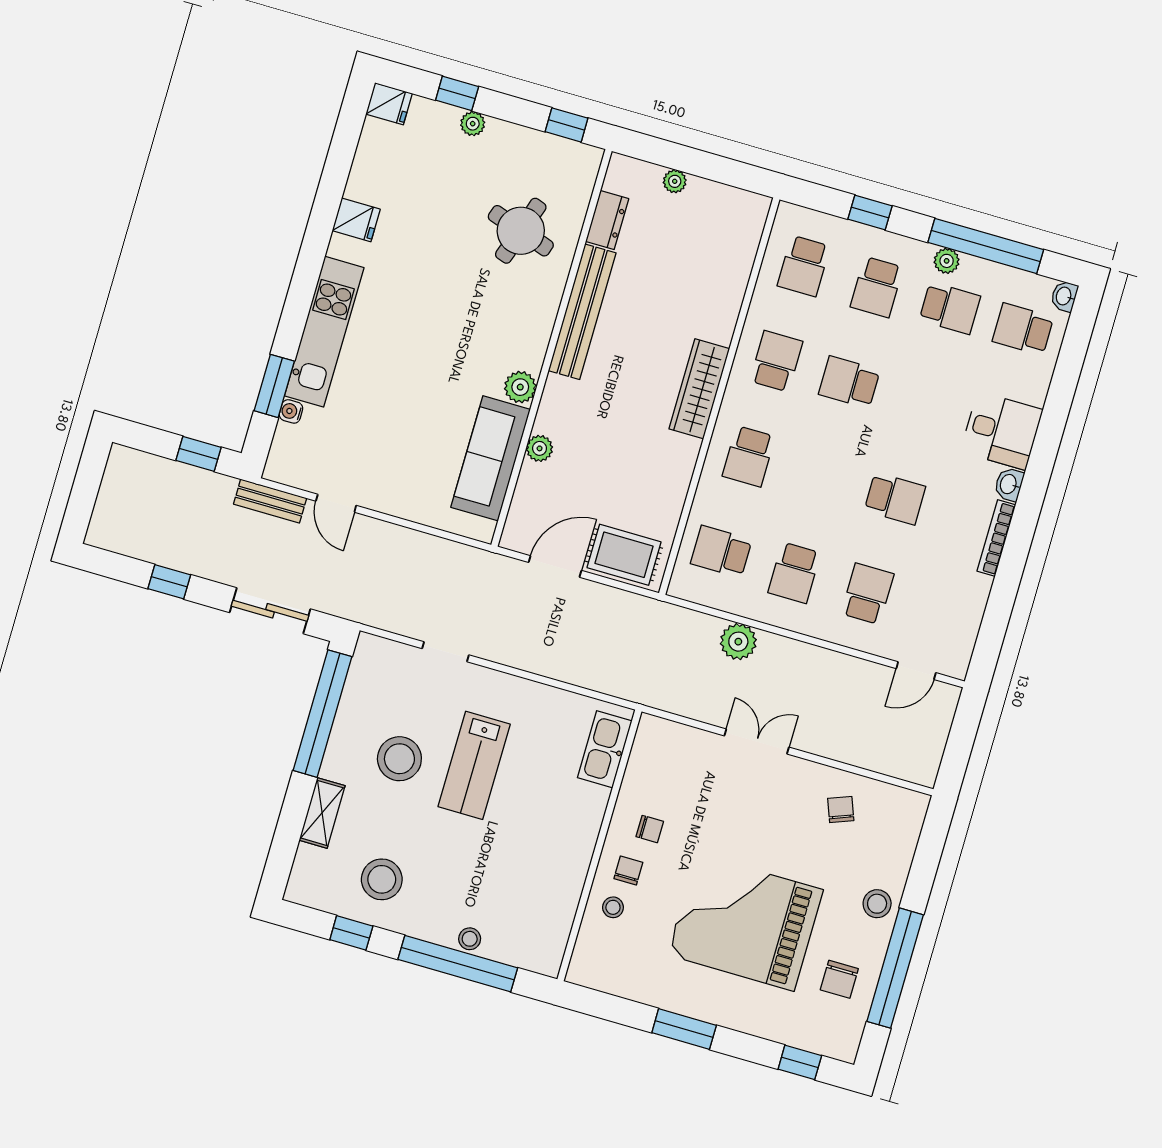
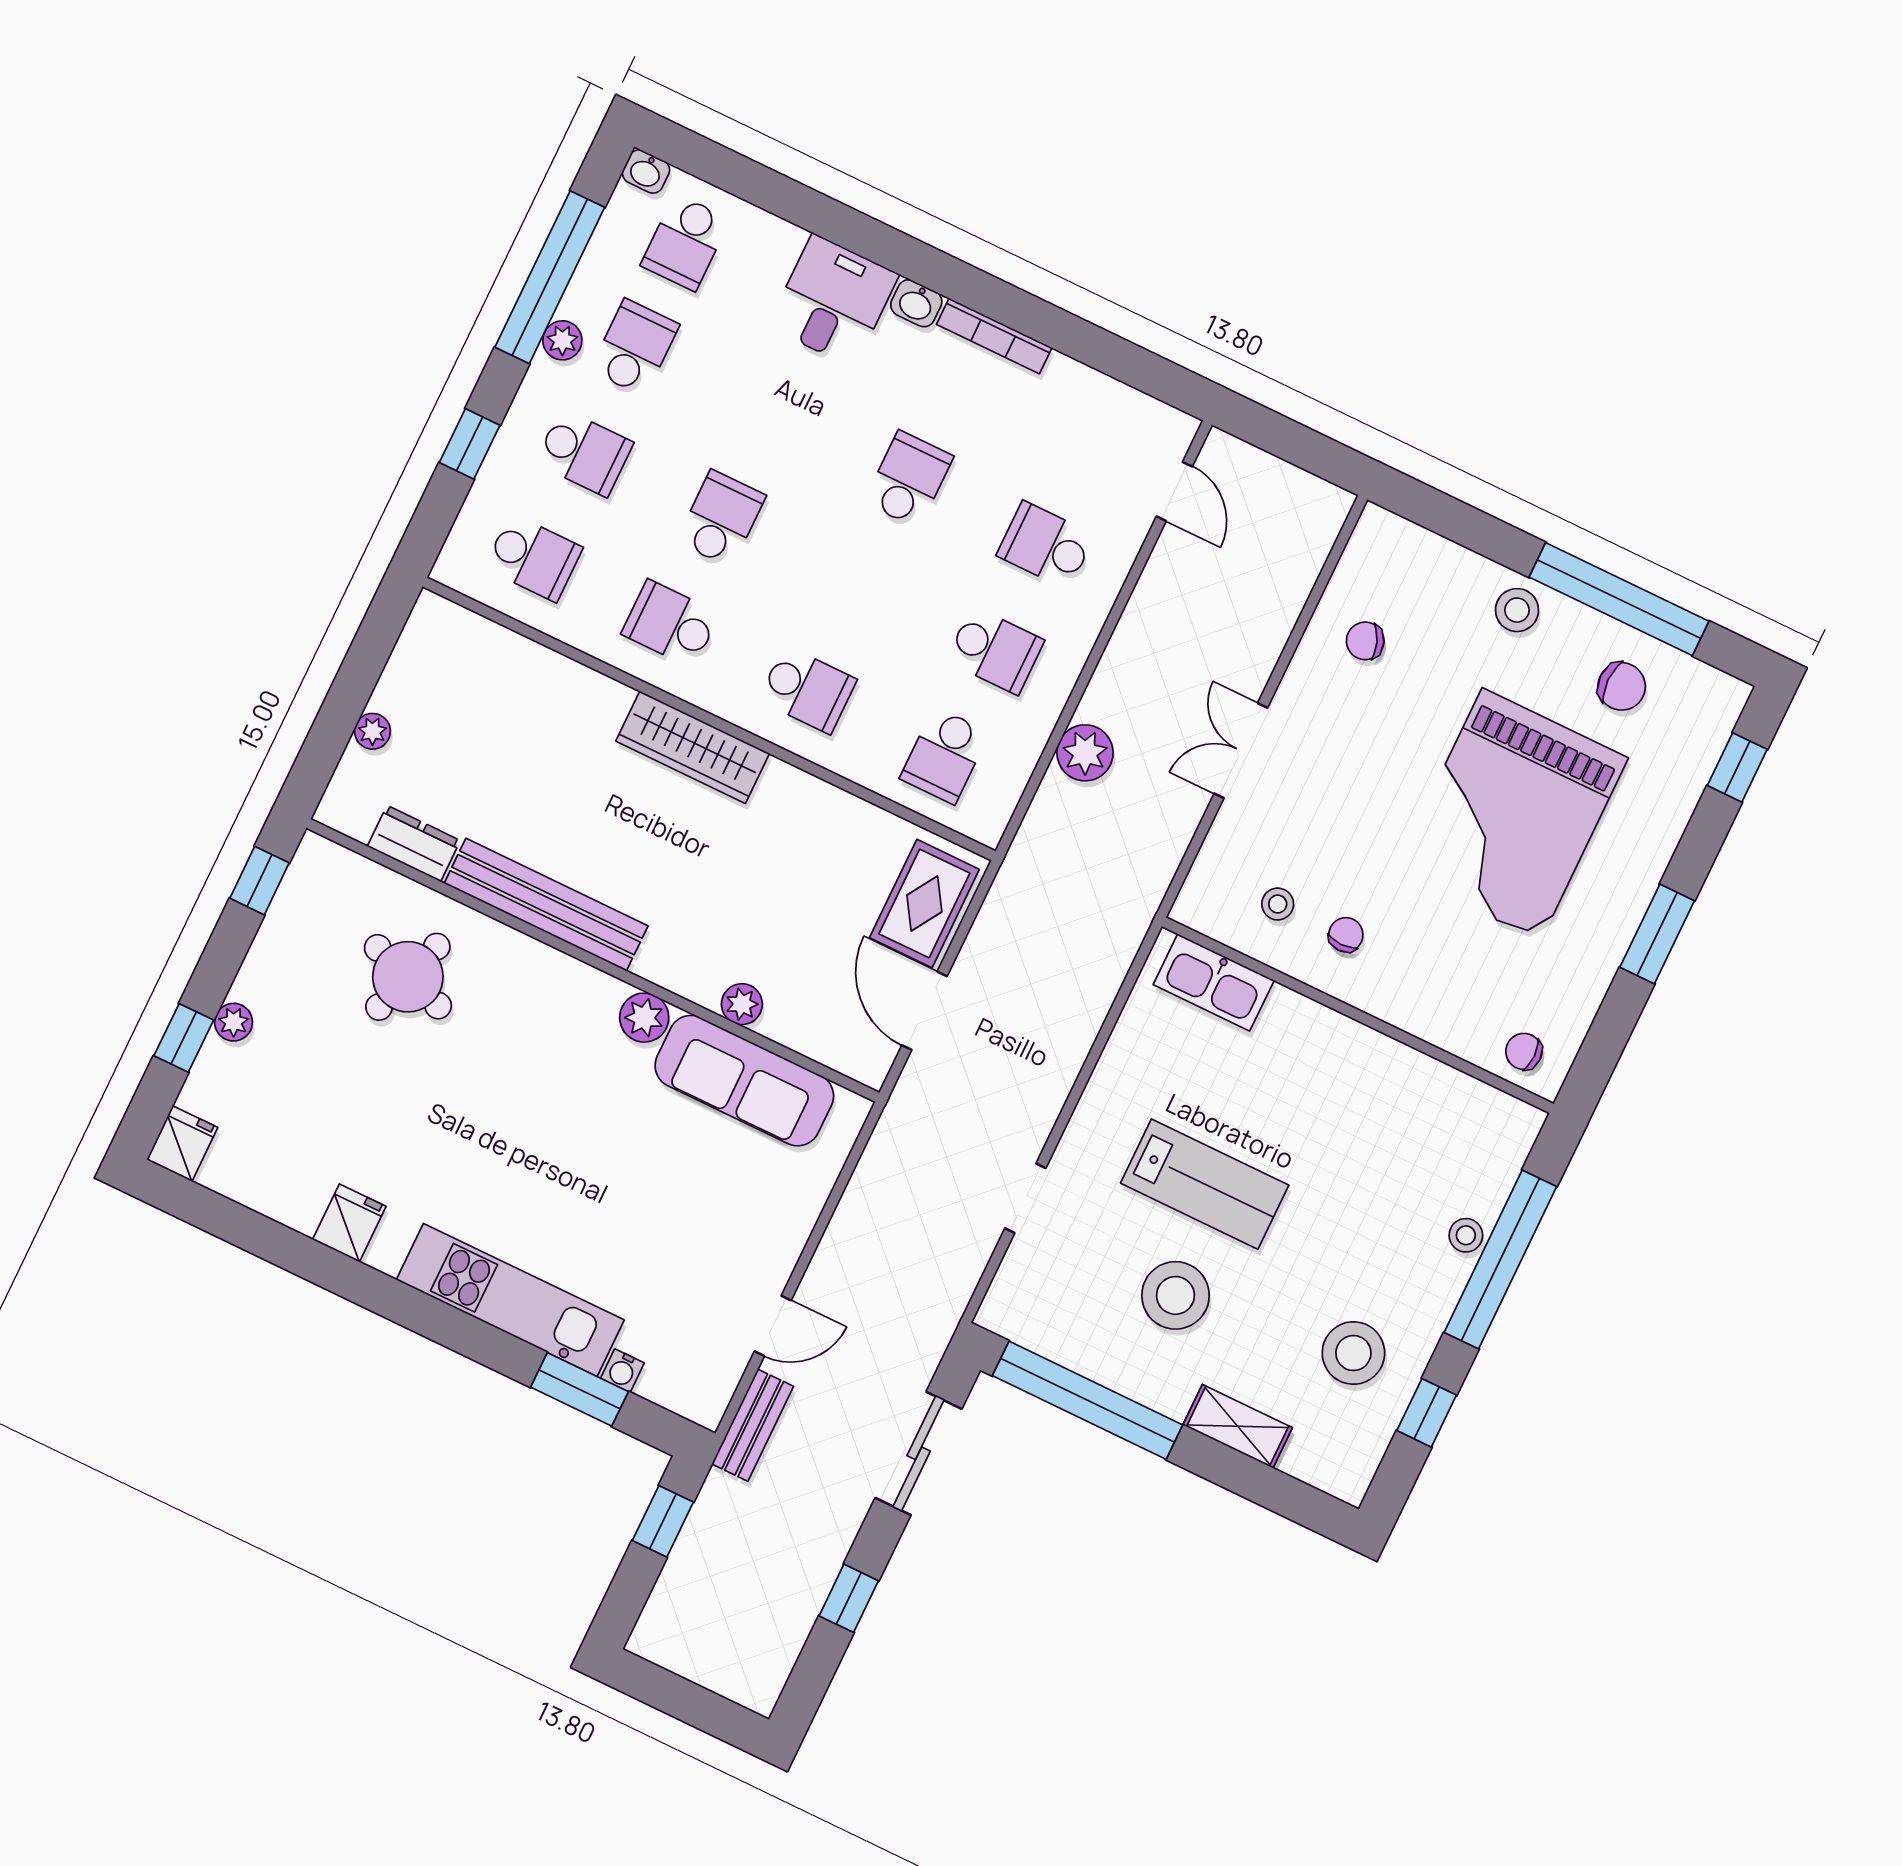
school desk: (849, 382) -> (721, 519), turned 180
chair: (628, 870) -> (1524, 1051), moved
stool: (613, 907) -> (1278, 904), moved

